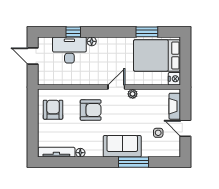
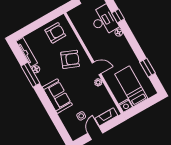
bed: (157, 55) -> (131, 86), width x0.67
armchair: (91, 110) -> (70, 59), turned -68
window: (134, 162) -> (30, 75), moved

